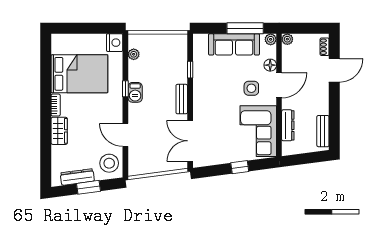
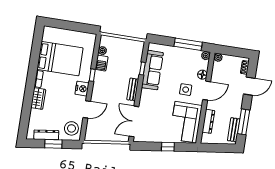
nightstand: (115, 43) -> (82, 89), moved
sofa: (234, 44) -> (152, 70), moved, turned -90
barbecue: (135, 92) -> (102, 63), moved
window: (334, 119) -> (244, 122), added
door: (125, 135) -> (87, 109), swing flipped

